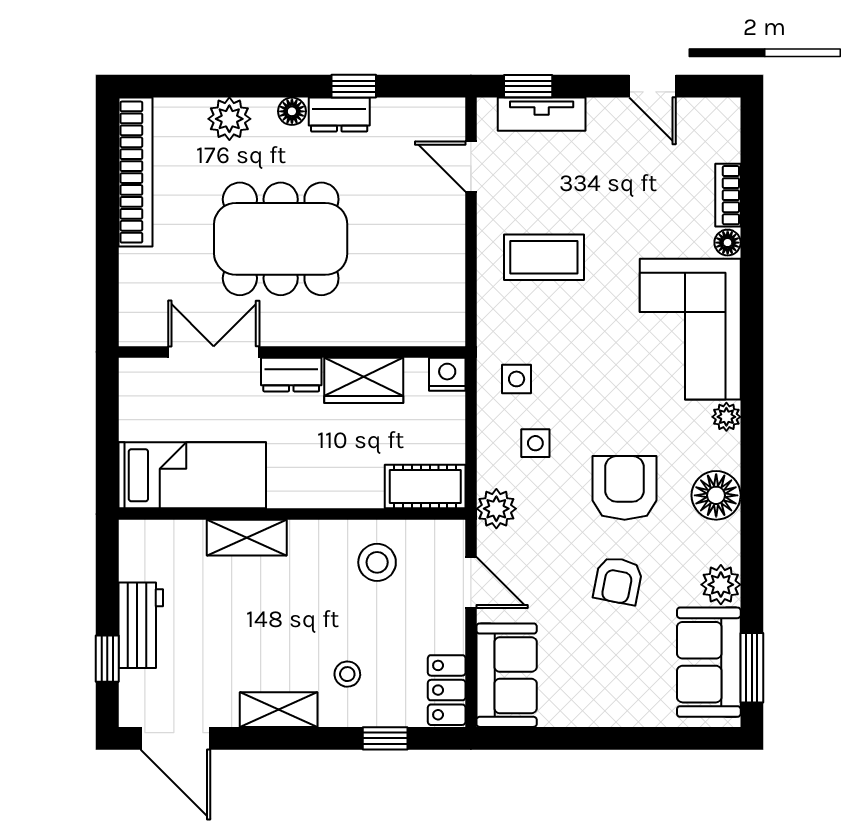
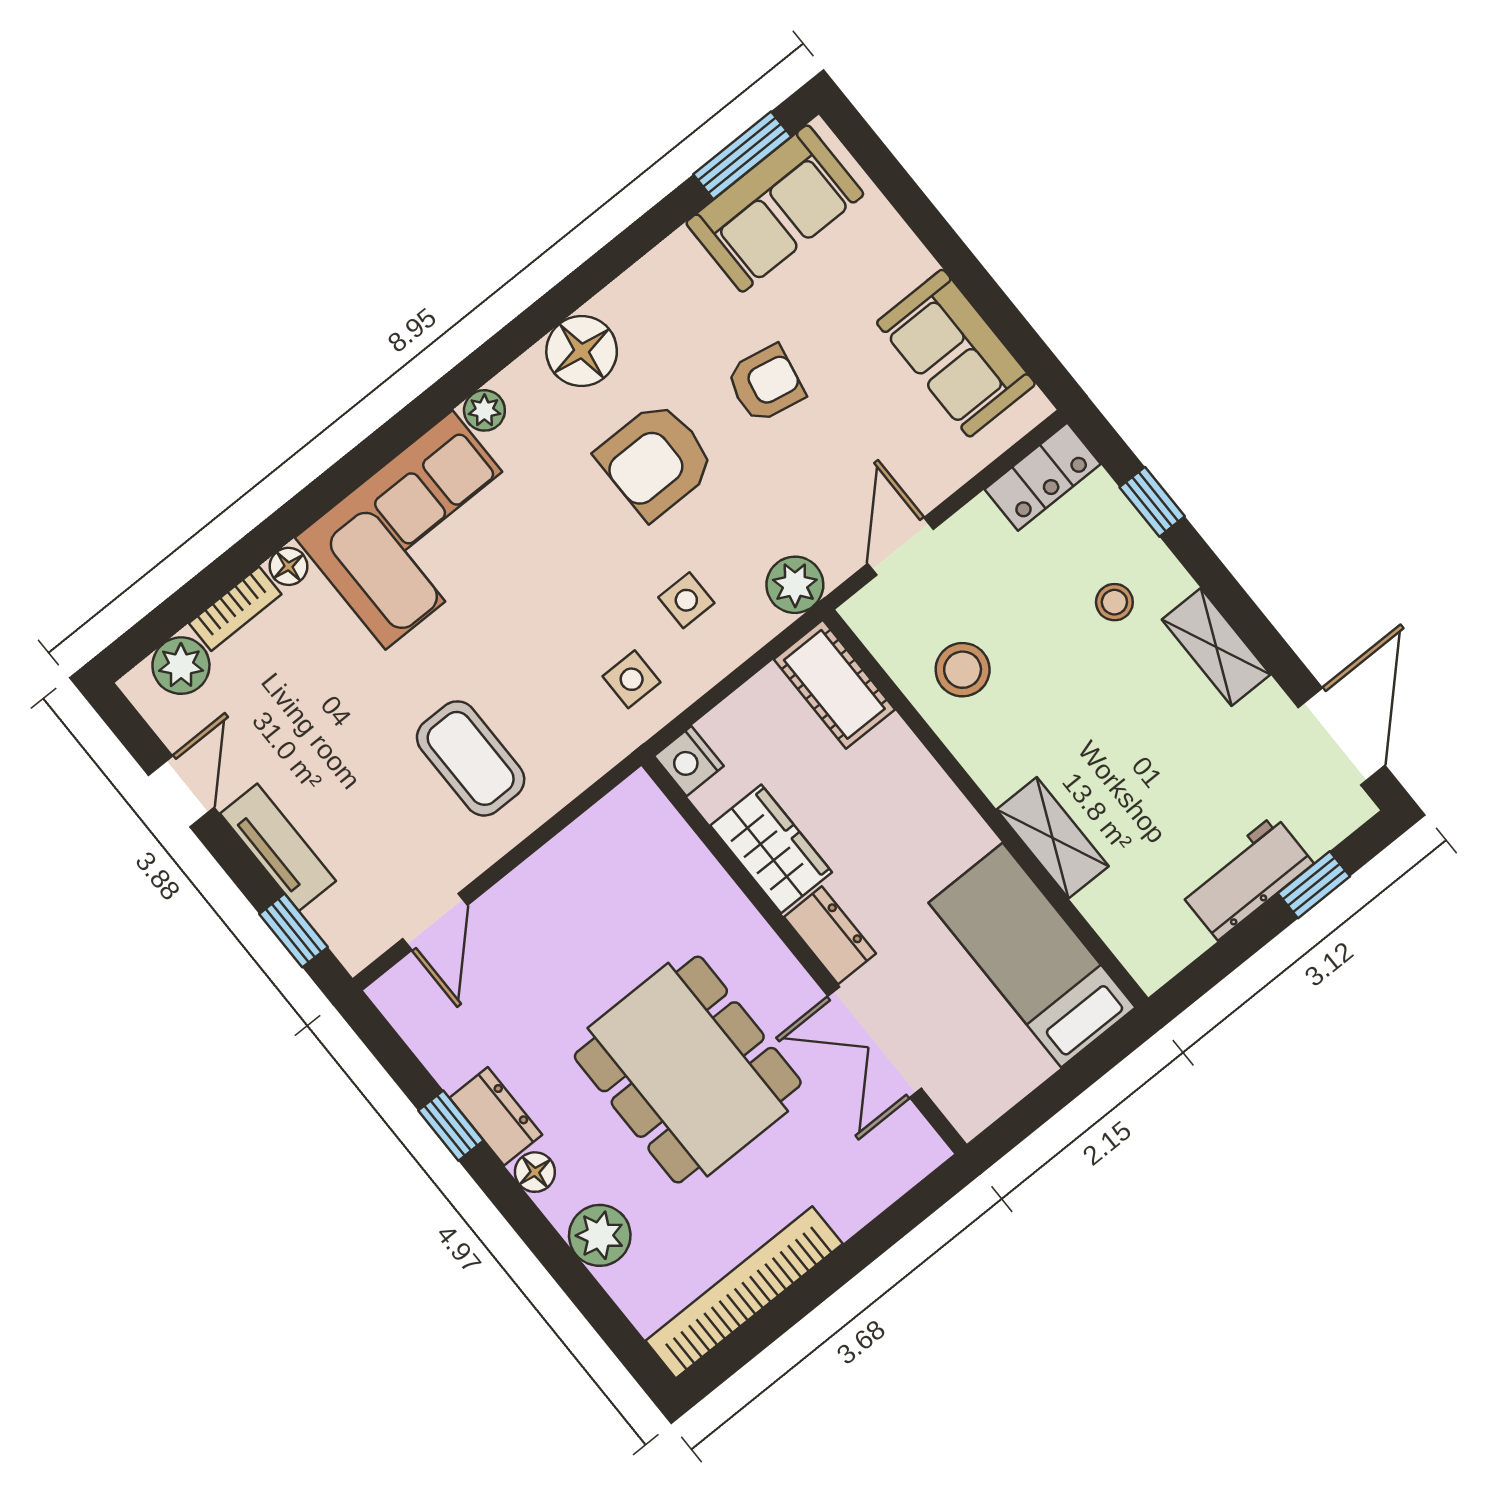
tv unit: (542, 114) -> (278, 847), moved
plant: (721, 585) -> (181, 666), moved
sofa: (507, 675) -> (956, 353), moved, turned -90

